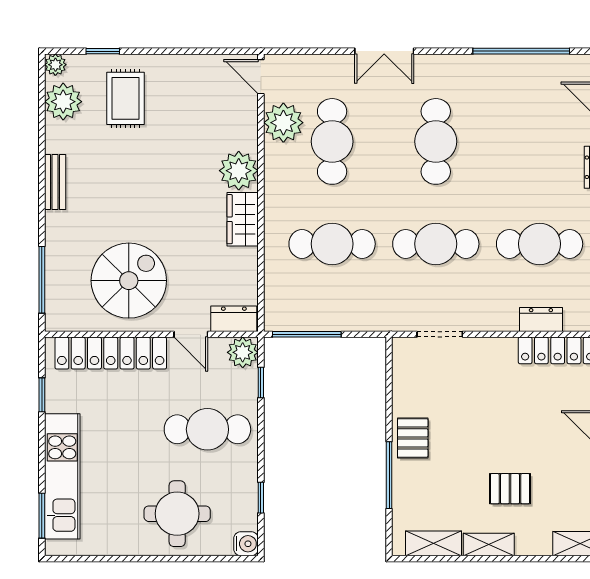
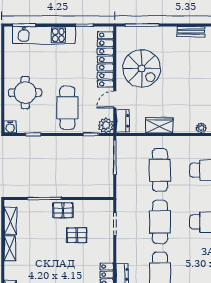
plant: (239, 171) -> (201, 128), width x0.53, depth x0.53
wardrobe: (243, 219) -> (159, 125), moved
pallet: (510, 489) -> (77, 235), moved, turned 90

